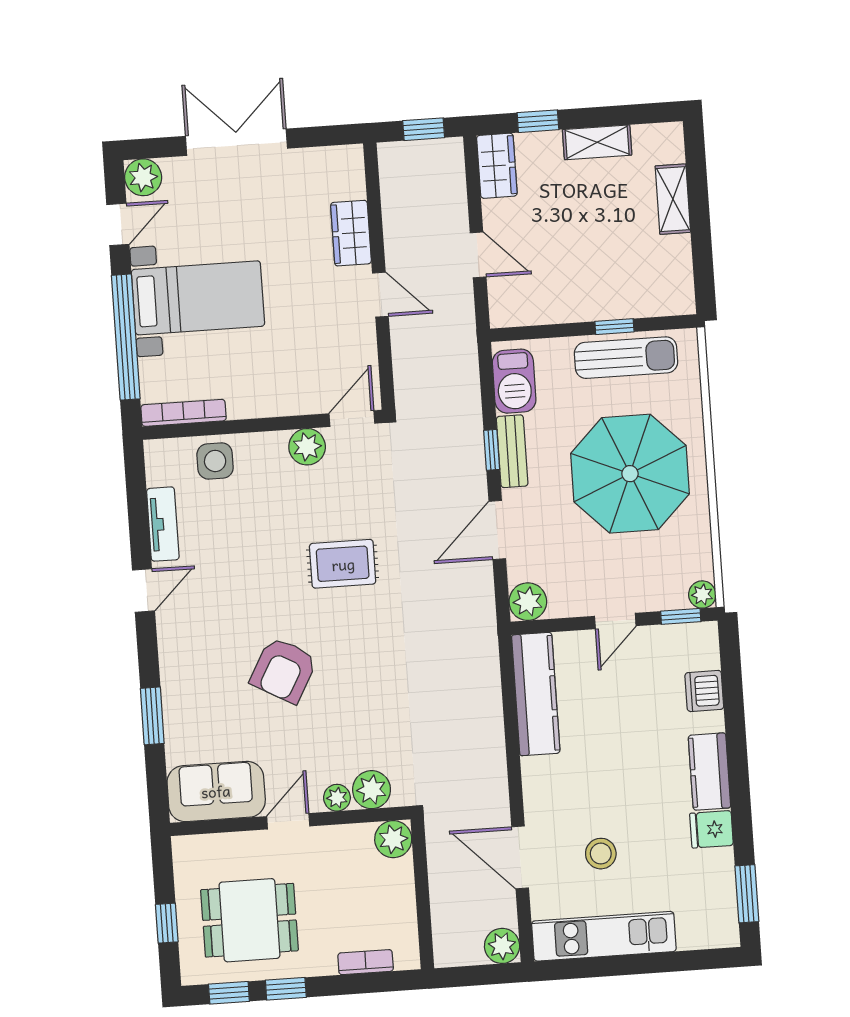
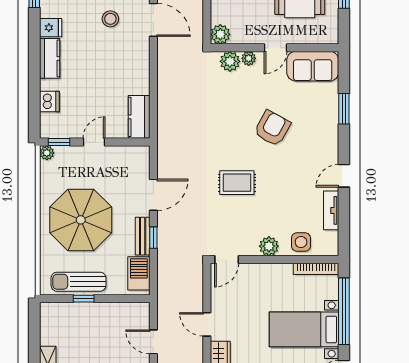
plant: (307, 447) -> (269, 246), moved
plant: (528, 602) -> (140, 156), removed
kitchen counter: (536, 694) -> (139, 117), width x0.67

